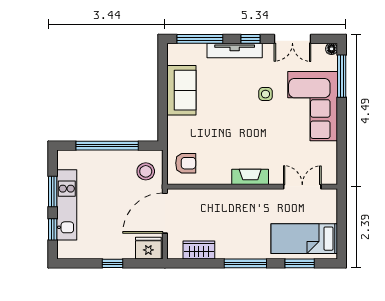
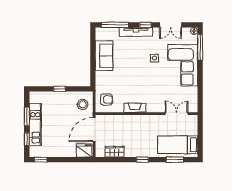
window: (107, 146) -> (59, 89), width x0.32
fireplace: (250, 177) -> (135, 108), moved
window: (113, 263) -> (41, 160), moved
window: (245, 263) -> (142, 160), width x0.46

